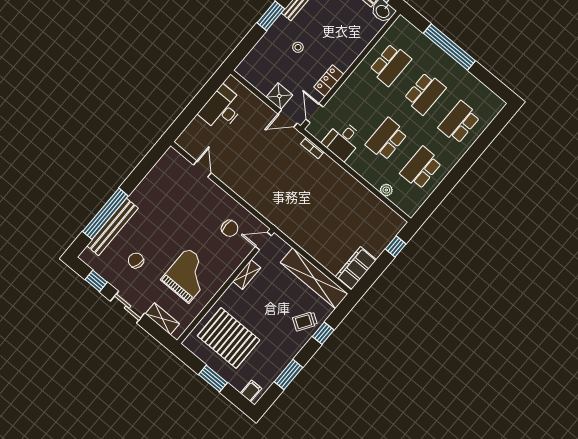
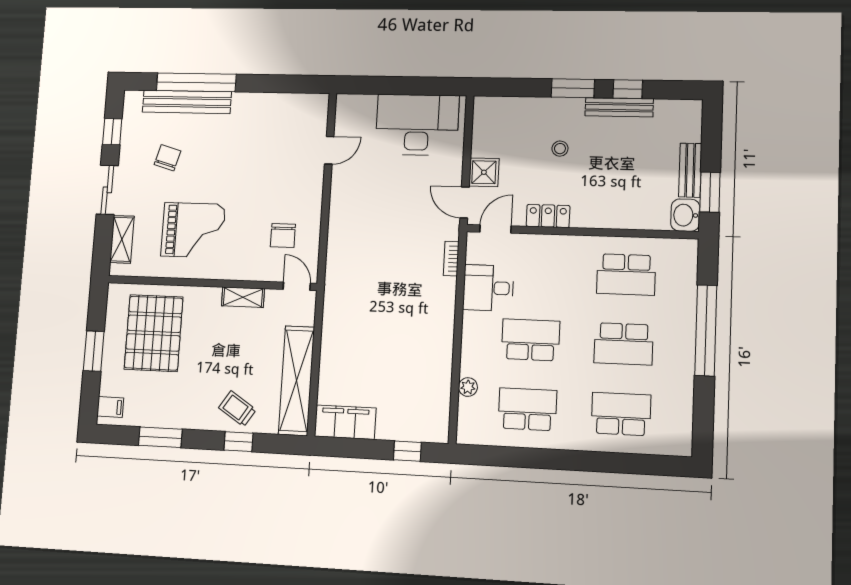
desk: (222, 109) -> (417, 125), width x1.36, depth x1.30

